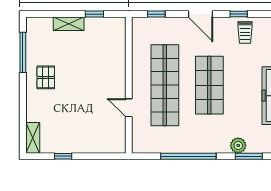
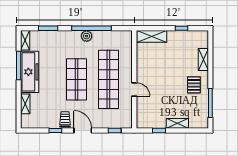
trolley: (245, 32) -> (65, 119), moved
door: (129, 108) -> (134, 89), moved
shelving: (33, 138) -> (203, 60), moved
shelving: (105, 145) -> (152, 36), added
plant: (238, 145) -> (87, 36), moved

